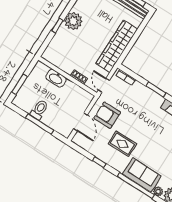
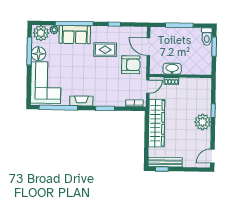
washbasin: (56, 78) -> (172, 69), moved
door: (104, 85) -> (148, 87), hinge flipped
toilet: (39, 110) -> (207, 37), moved

